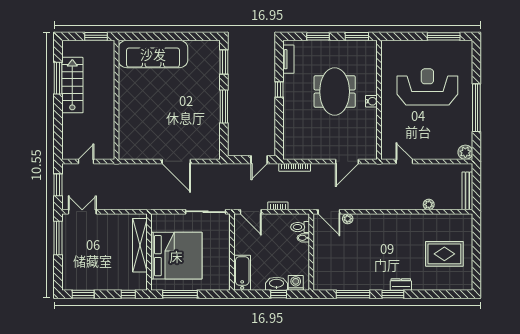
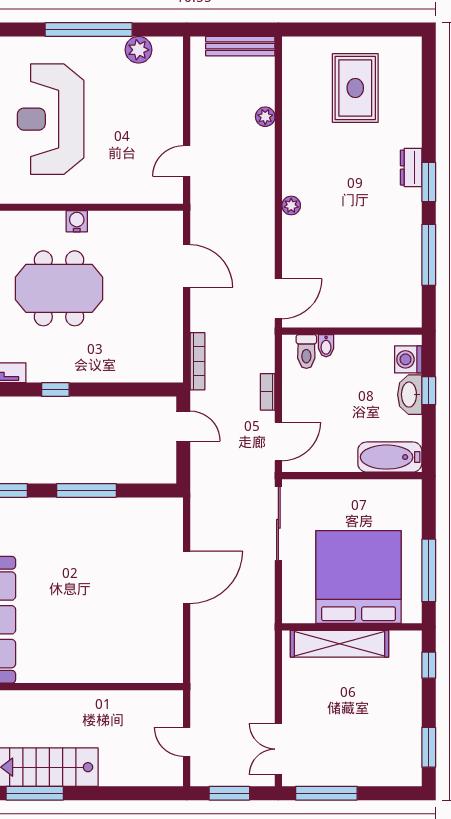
plant: (465, 152) -> (138, 50), moved
plant: (348, 219) -> (291, 206), moved

